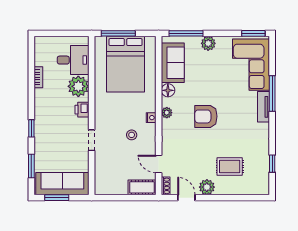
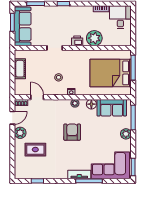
desk: (73, 60) -> (120, 17), moved, turned 180
door: (159, 164) -> (37, 97), hinge flipped
rug: (230, 166) -> (35, 150), turned 90
cot: (142, 187) -> (20, 69), moved

